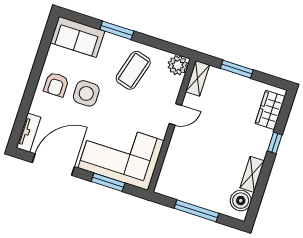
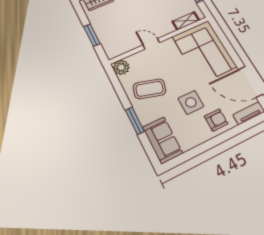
shelving: (198, 78) -> (186, 21), moved
armchair: (56, 85) -> (216, 120), moved
window: (108, 182) -> (227, 44), removed

